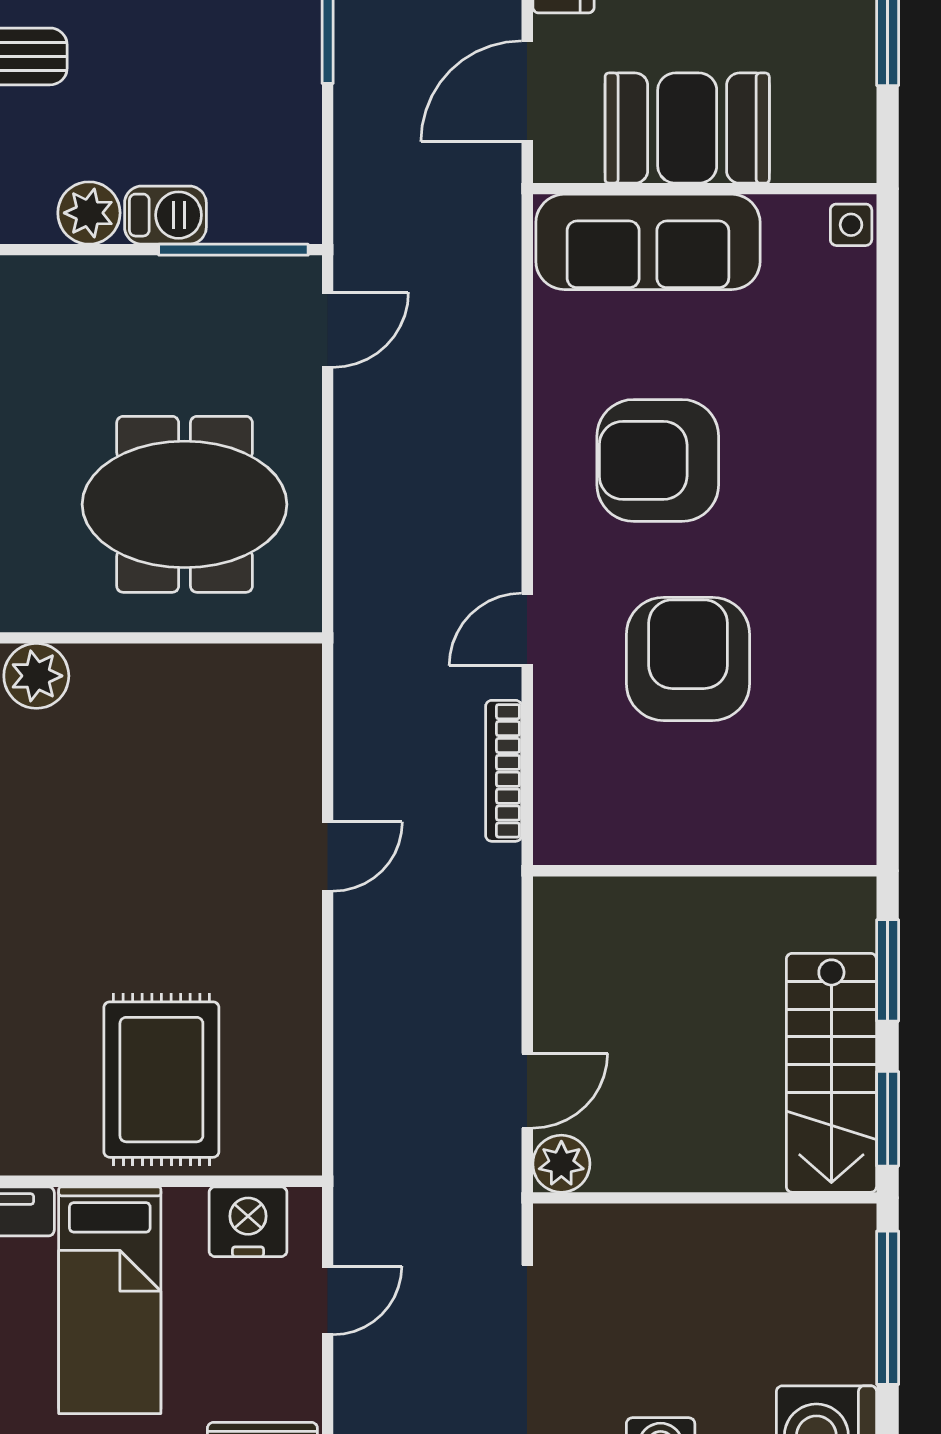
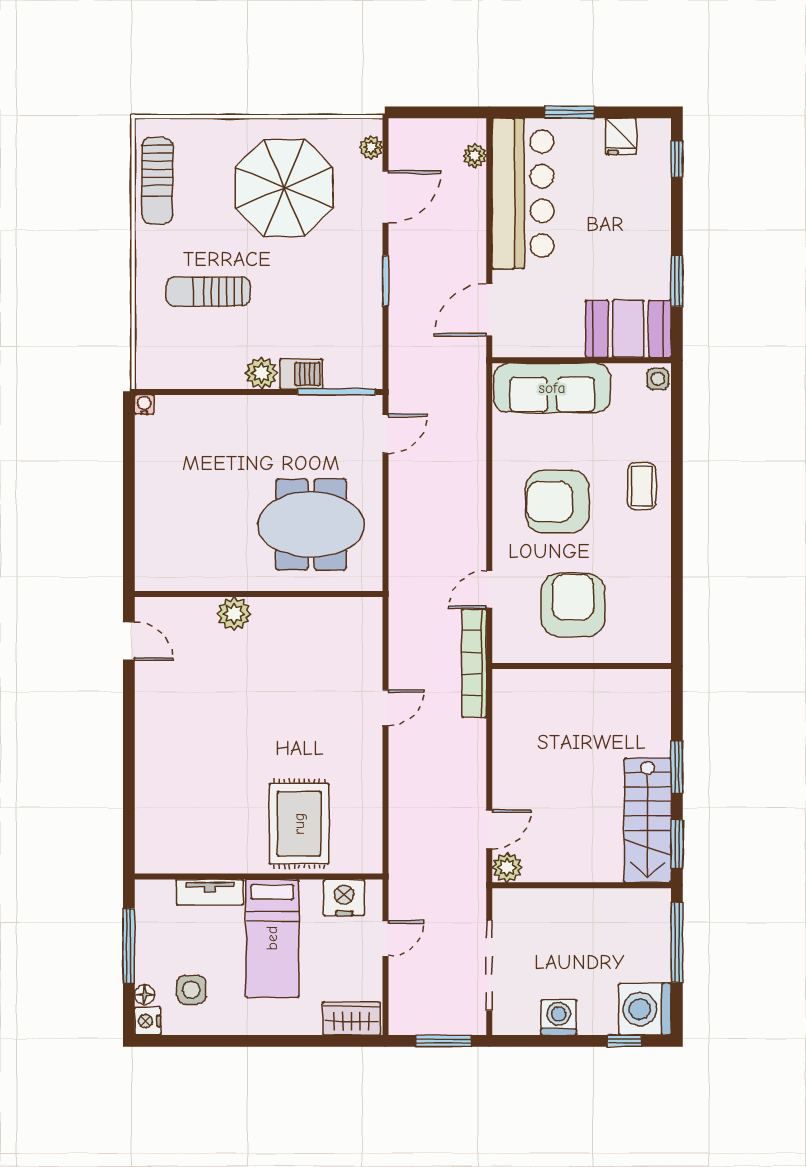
booth: (687, 128) -> (628, 329), moved
coffee table: (820, 430) -> (642, 486), added
bookcase: (504, 771) -> (474, 663), width x1.48, depth x1.31
wall: (705, 871) -> (582, 666), moved

